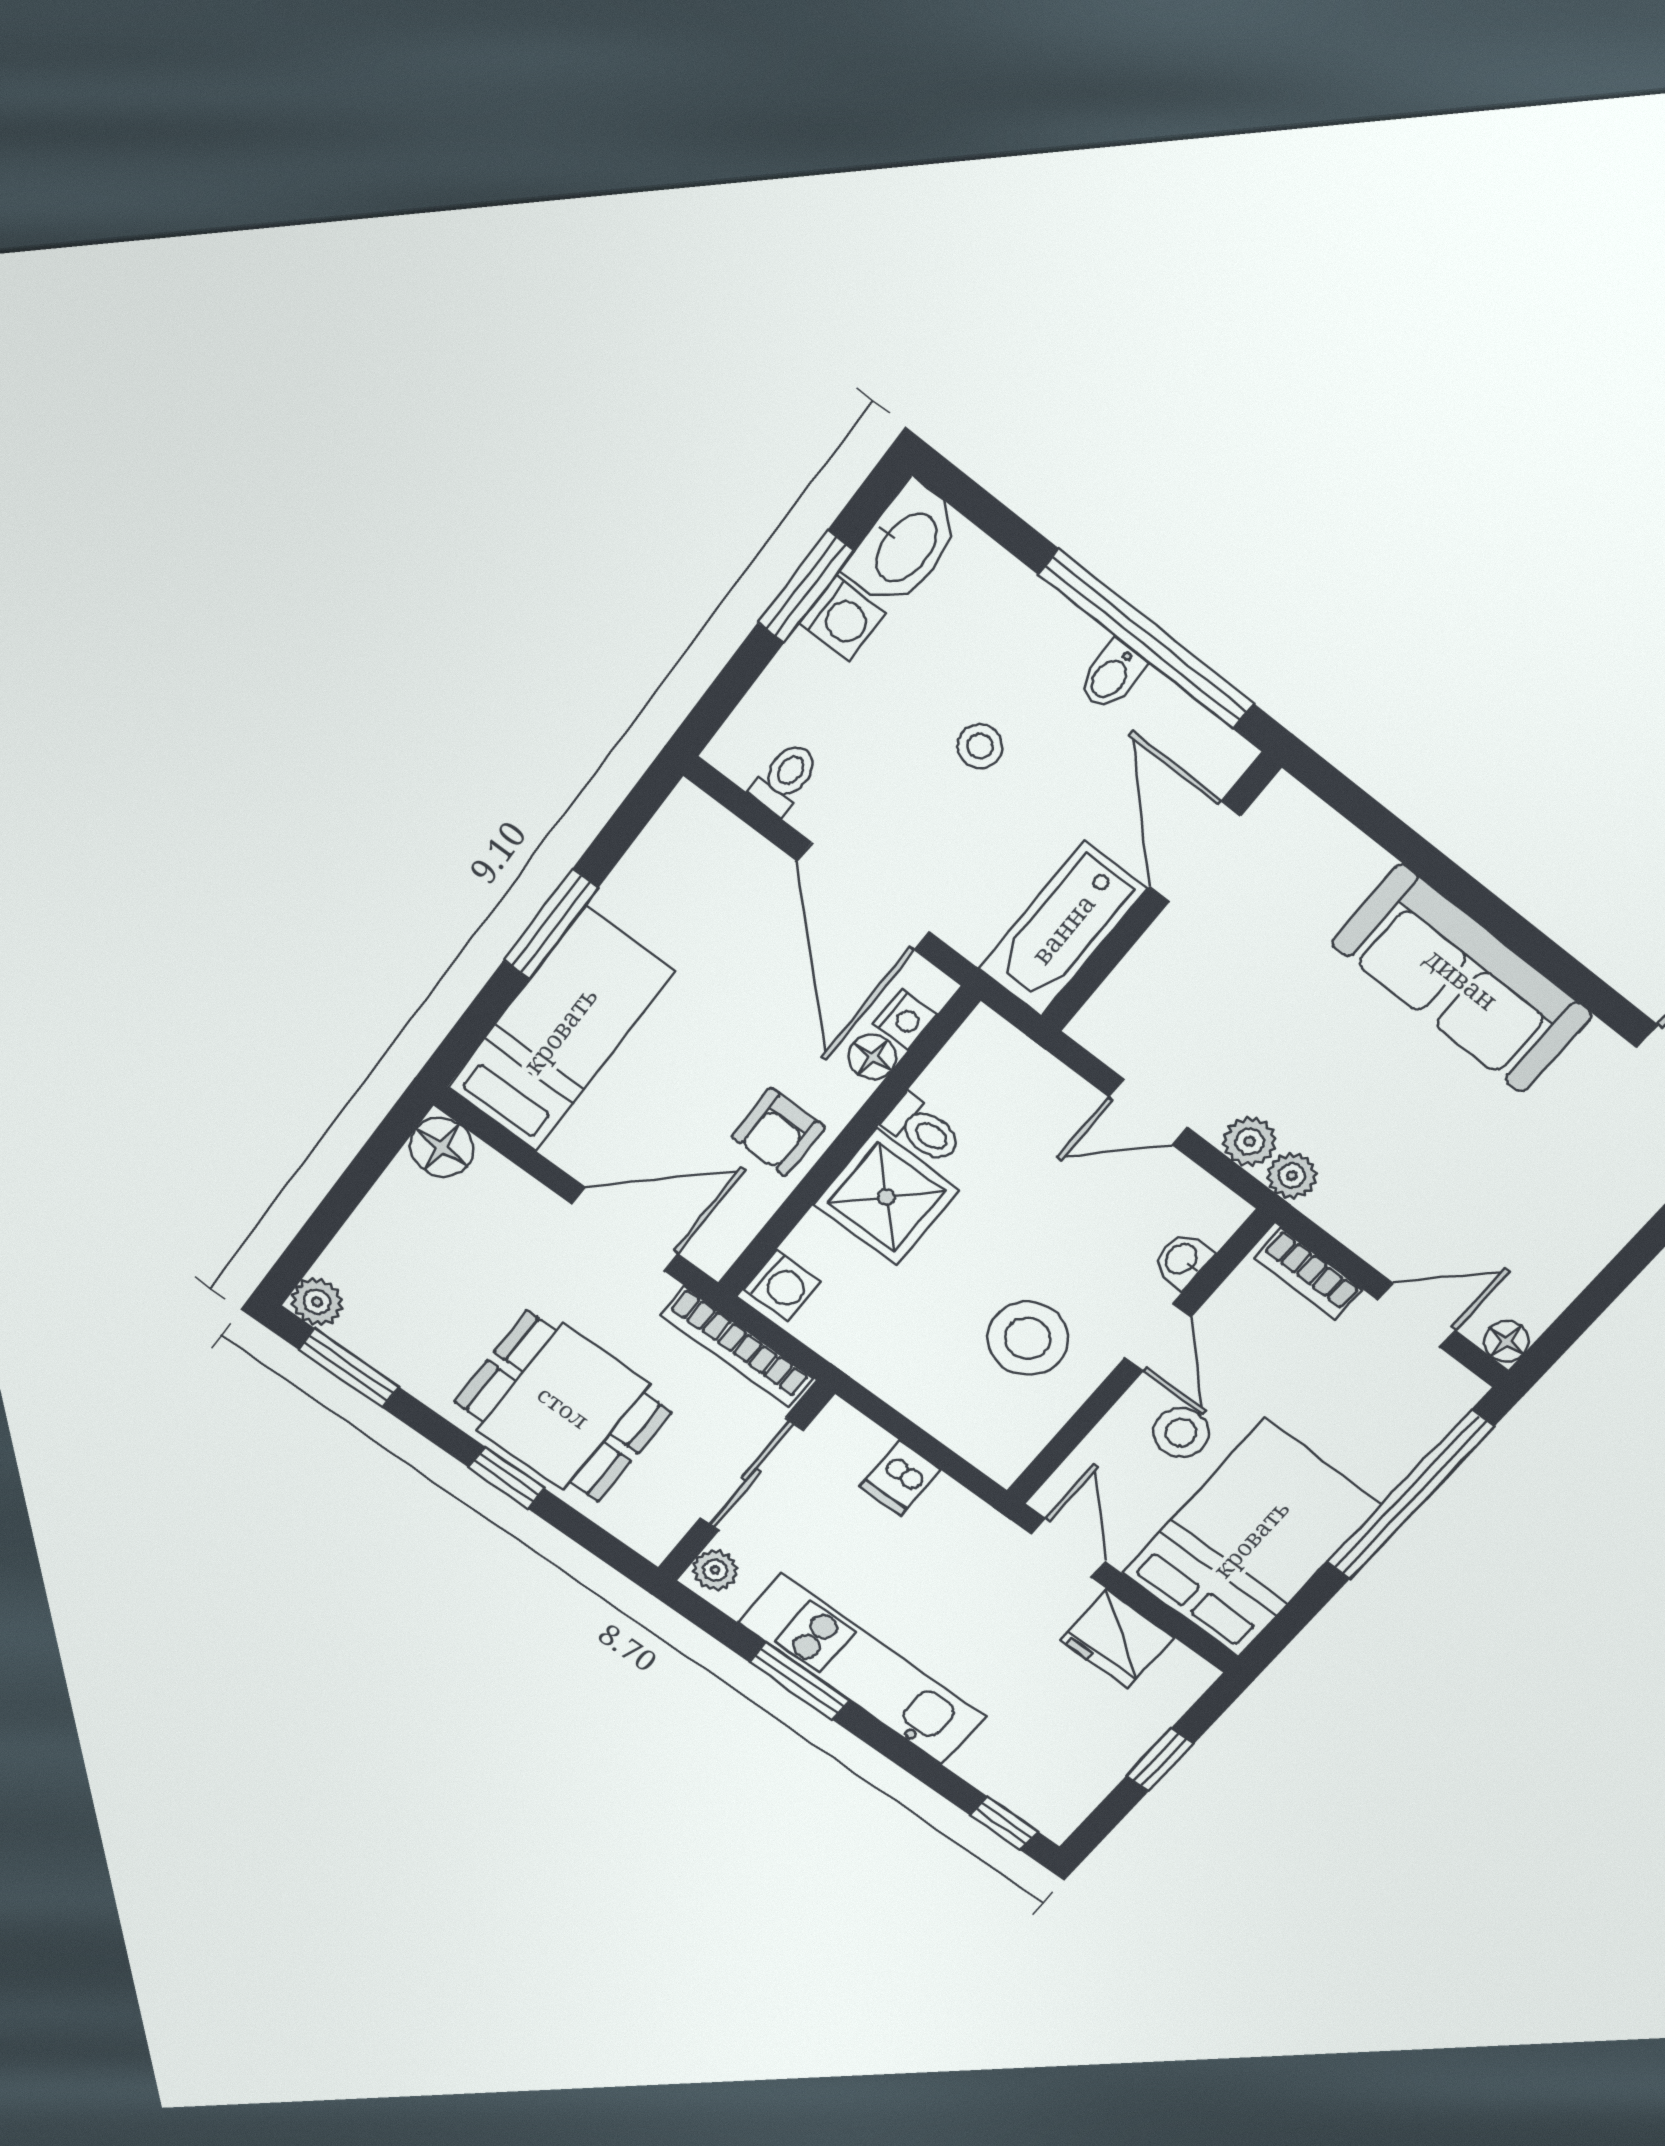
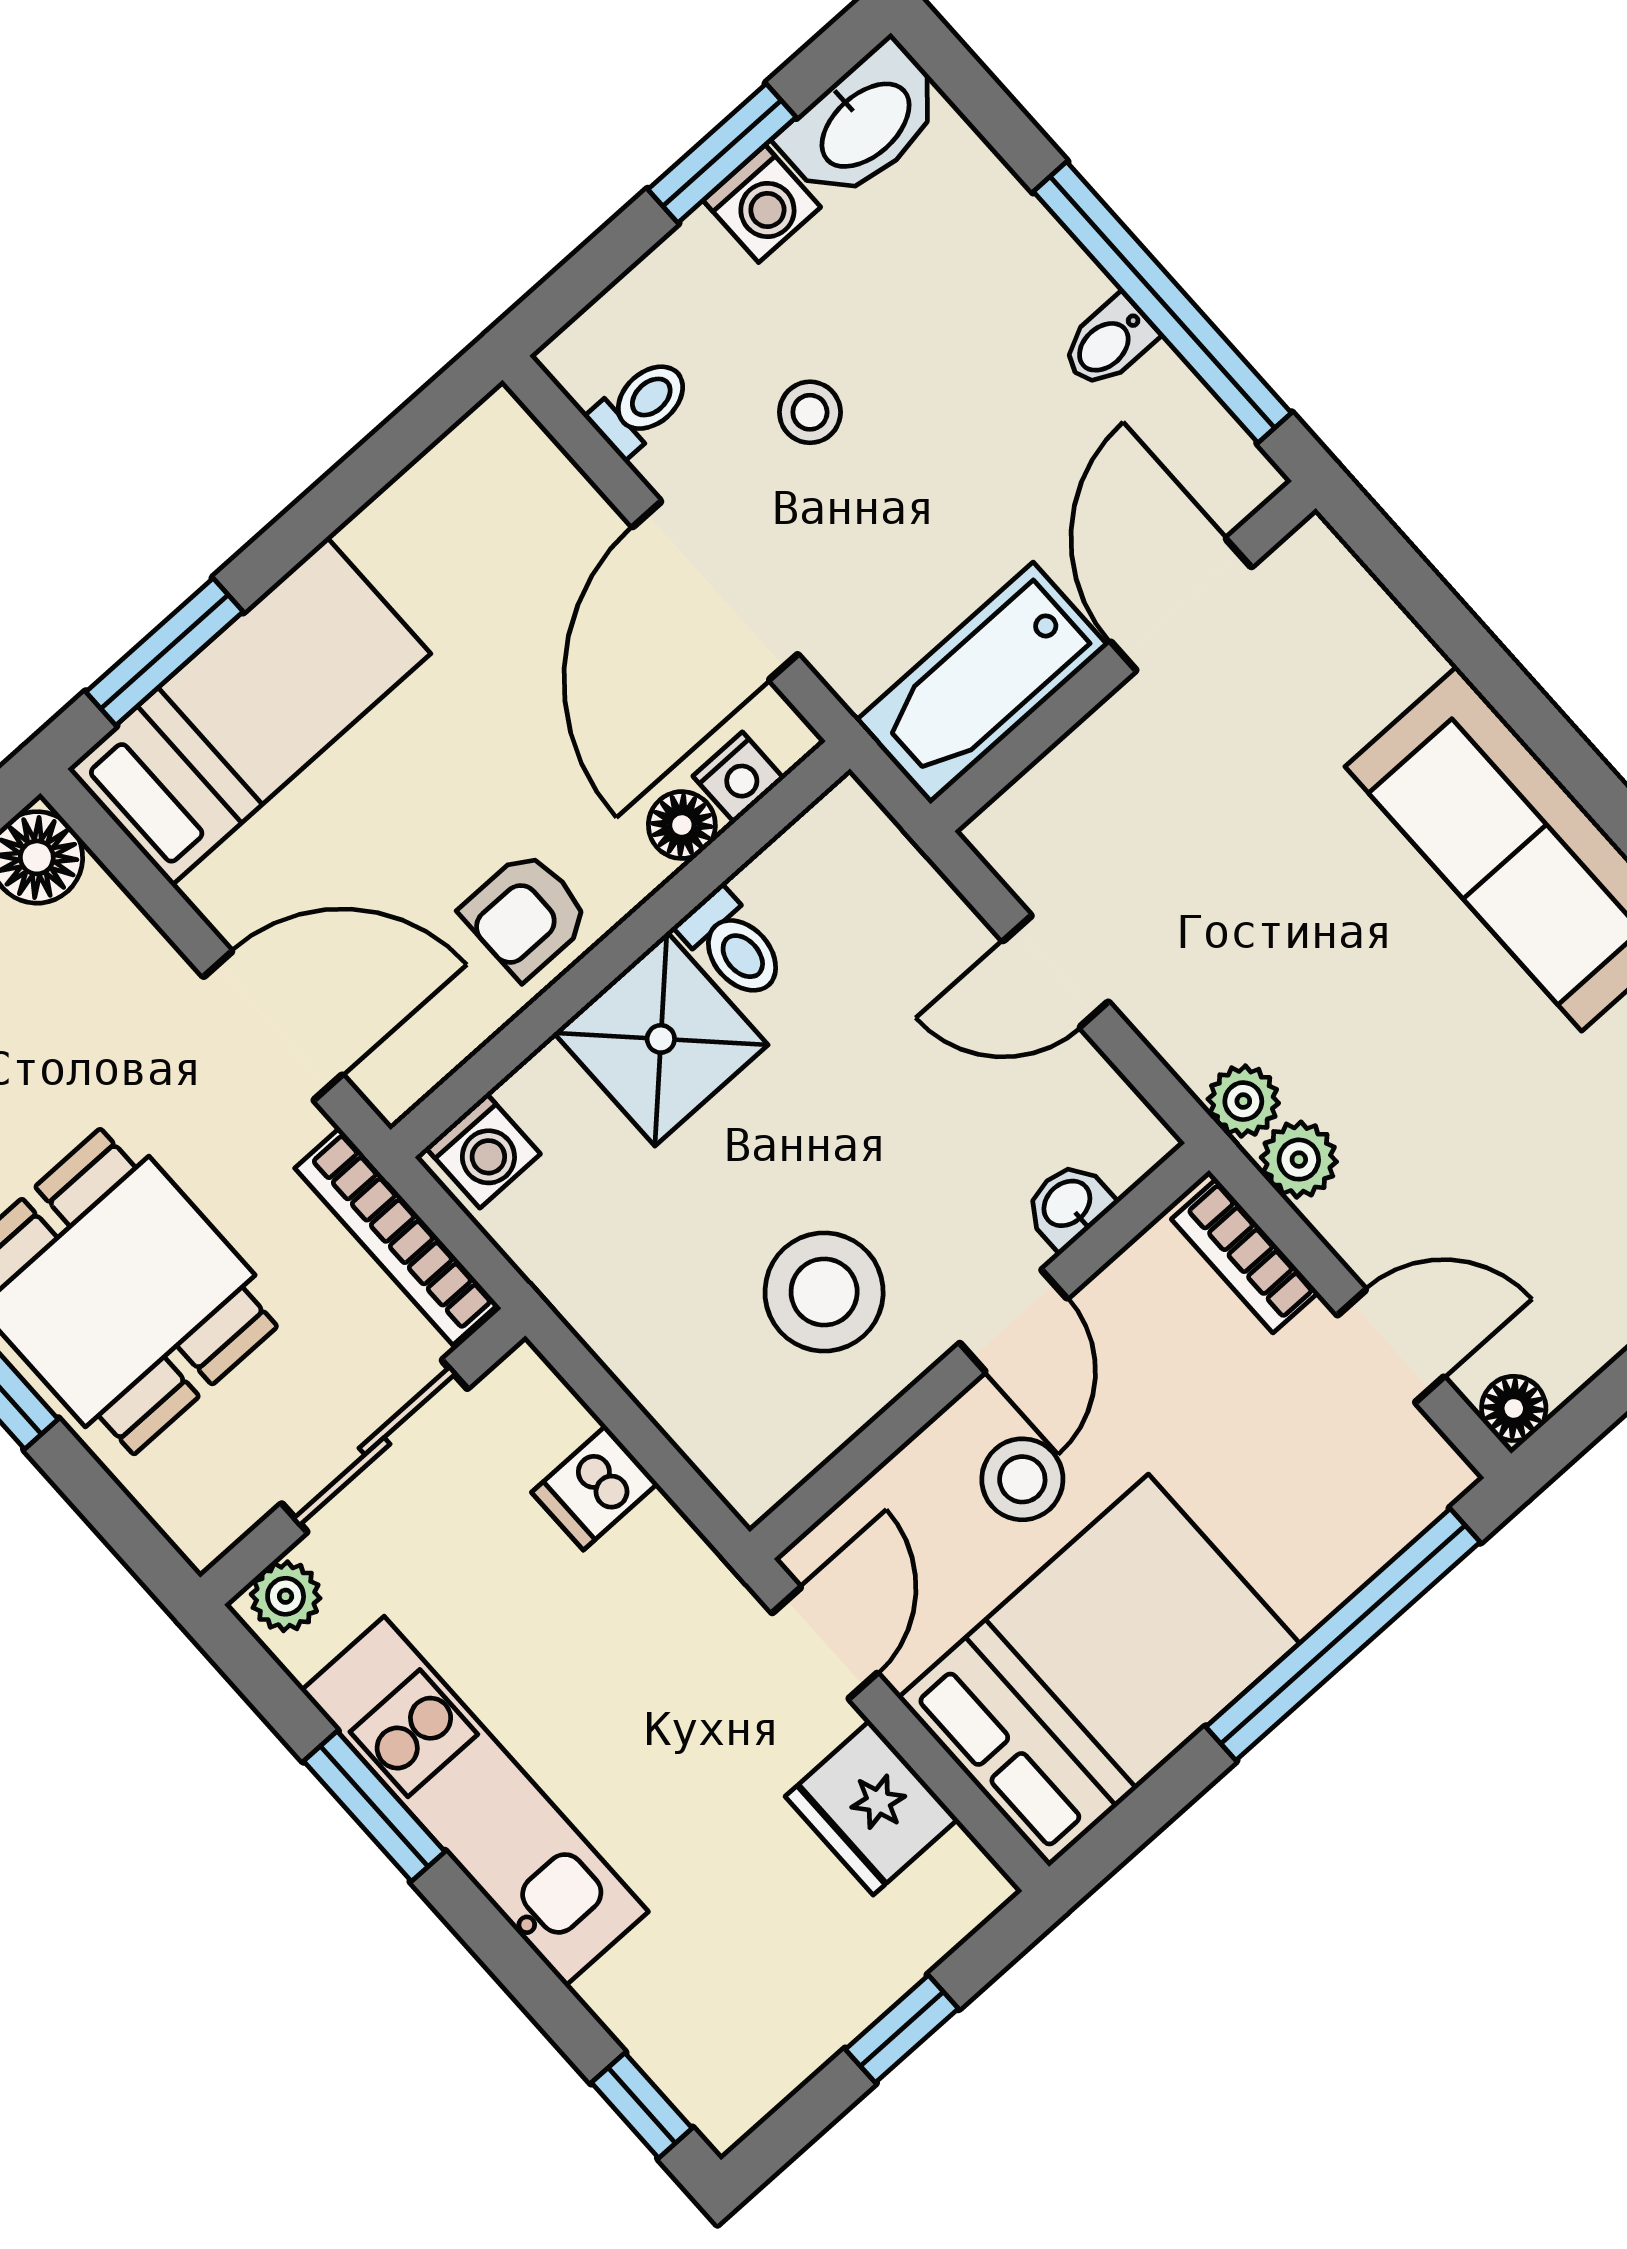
stool: (980, 746) -> (810, 412), moved
window: (551, 924) -> (164, 652), moved
plant: (1250, 1141) -> (1299, 1160), moved

